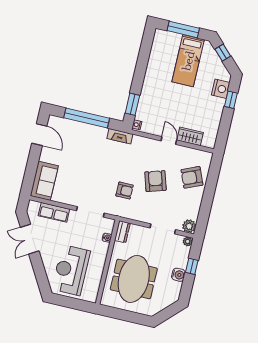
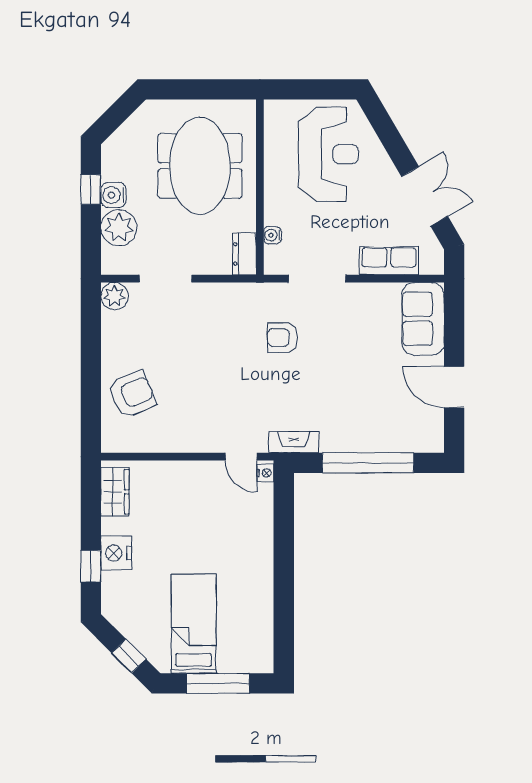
nightstand: (221, 89) -> (116, 553), moved
window: (132, 104) -> (284, 511), removed
door: (39, 135) -> (454, 387), moved
wardrobe: (190, 136) -> (115, 492), moved, turned -90
door: (169, 140) -> (241, 457), moved
armchair: (155, 181) -> (202, 370), removed
armchair: (125, 190) -> (283, 338), moved
plant: (188, 241) -> (119, 228), moved, width x1.88, depth x1.88
window: (192, 266) -> (91, 189), moved

